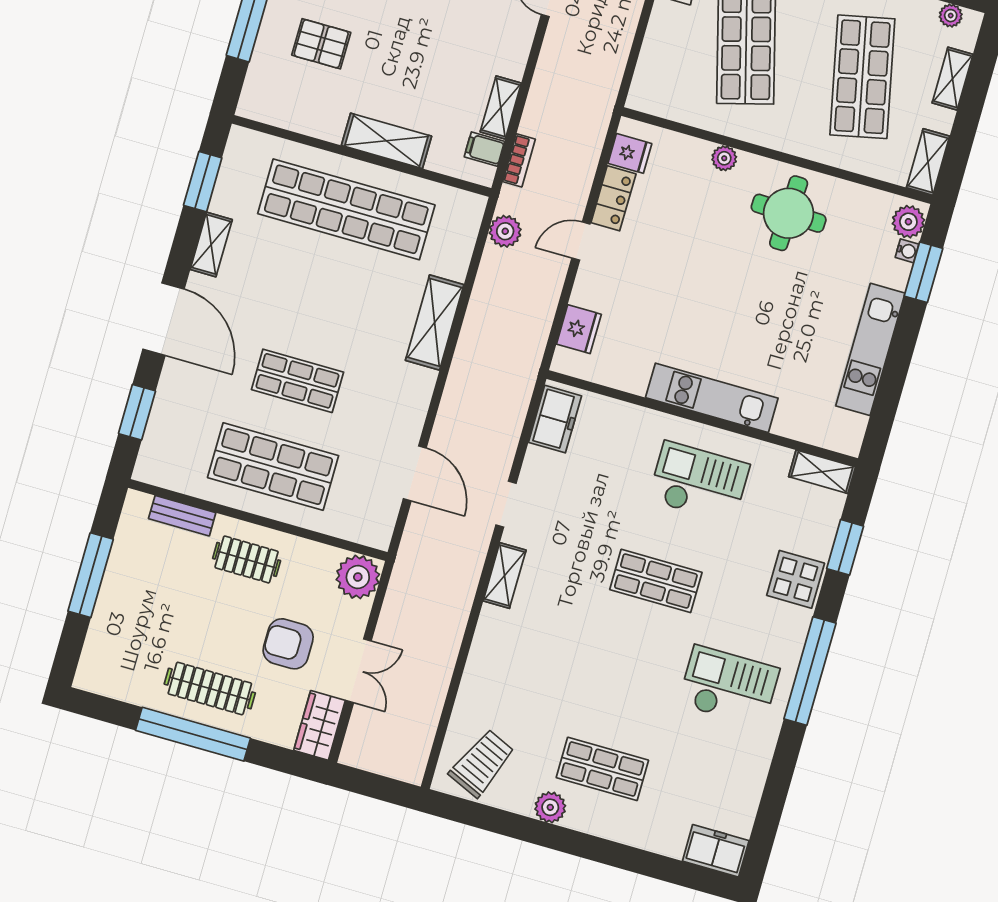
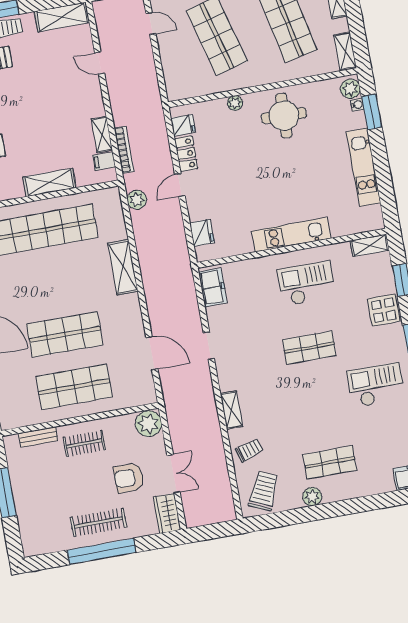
bookcase: (519, 160) -> (124, 150), width x1.56
shop shelf: (297, 381) -> (65, 334), width x1.43, depth x1.36
shelving: (505, 576) -> (231, 410), moved
trolley: (490, 691) -> (249, 450), added

